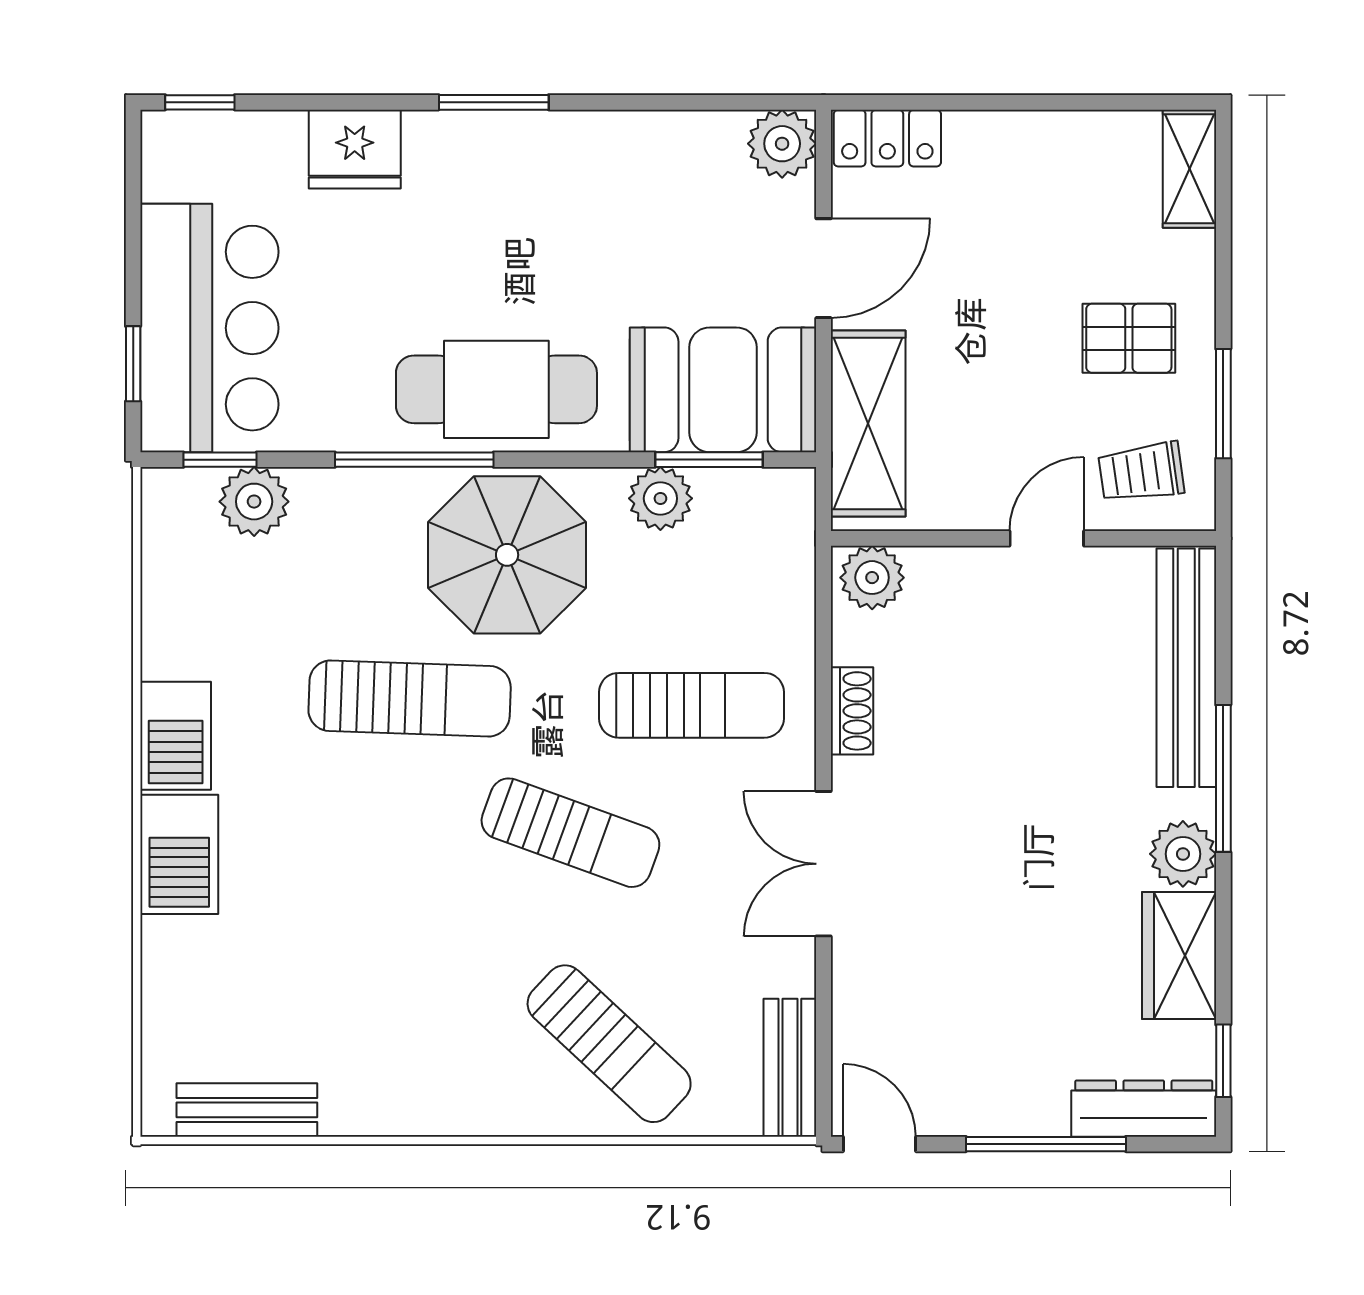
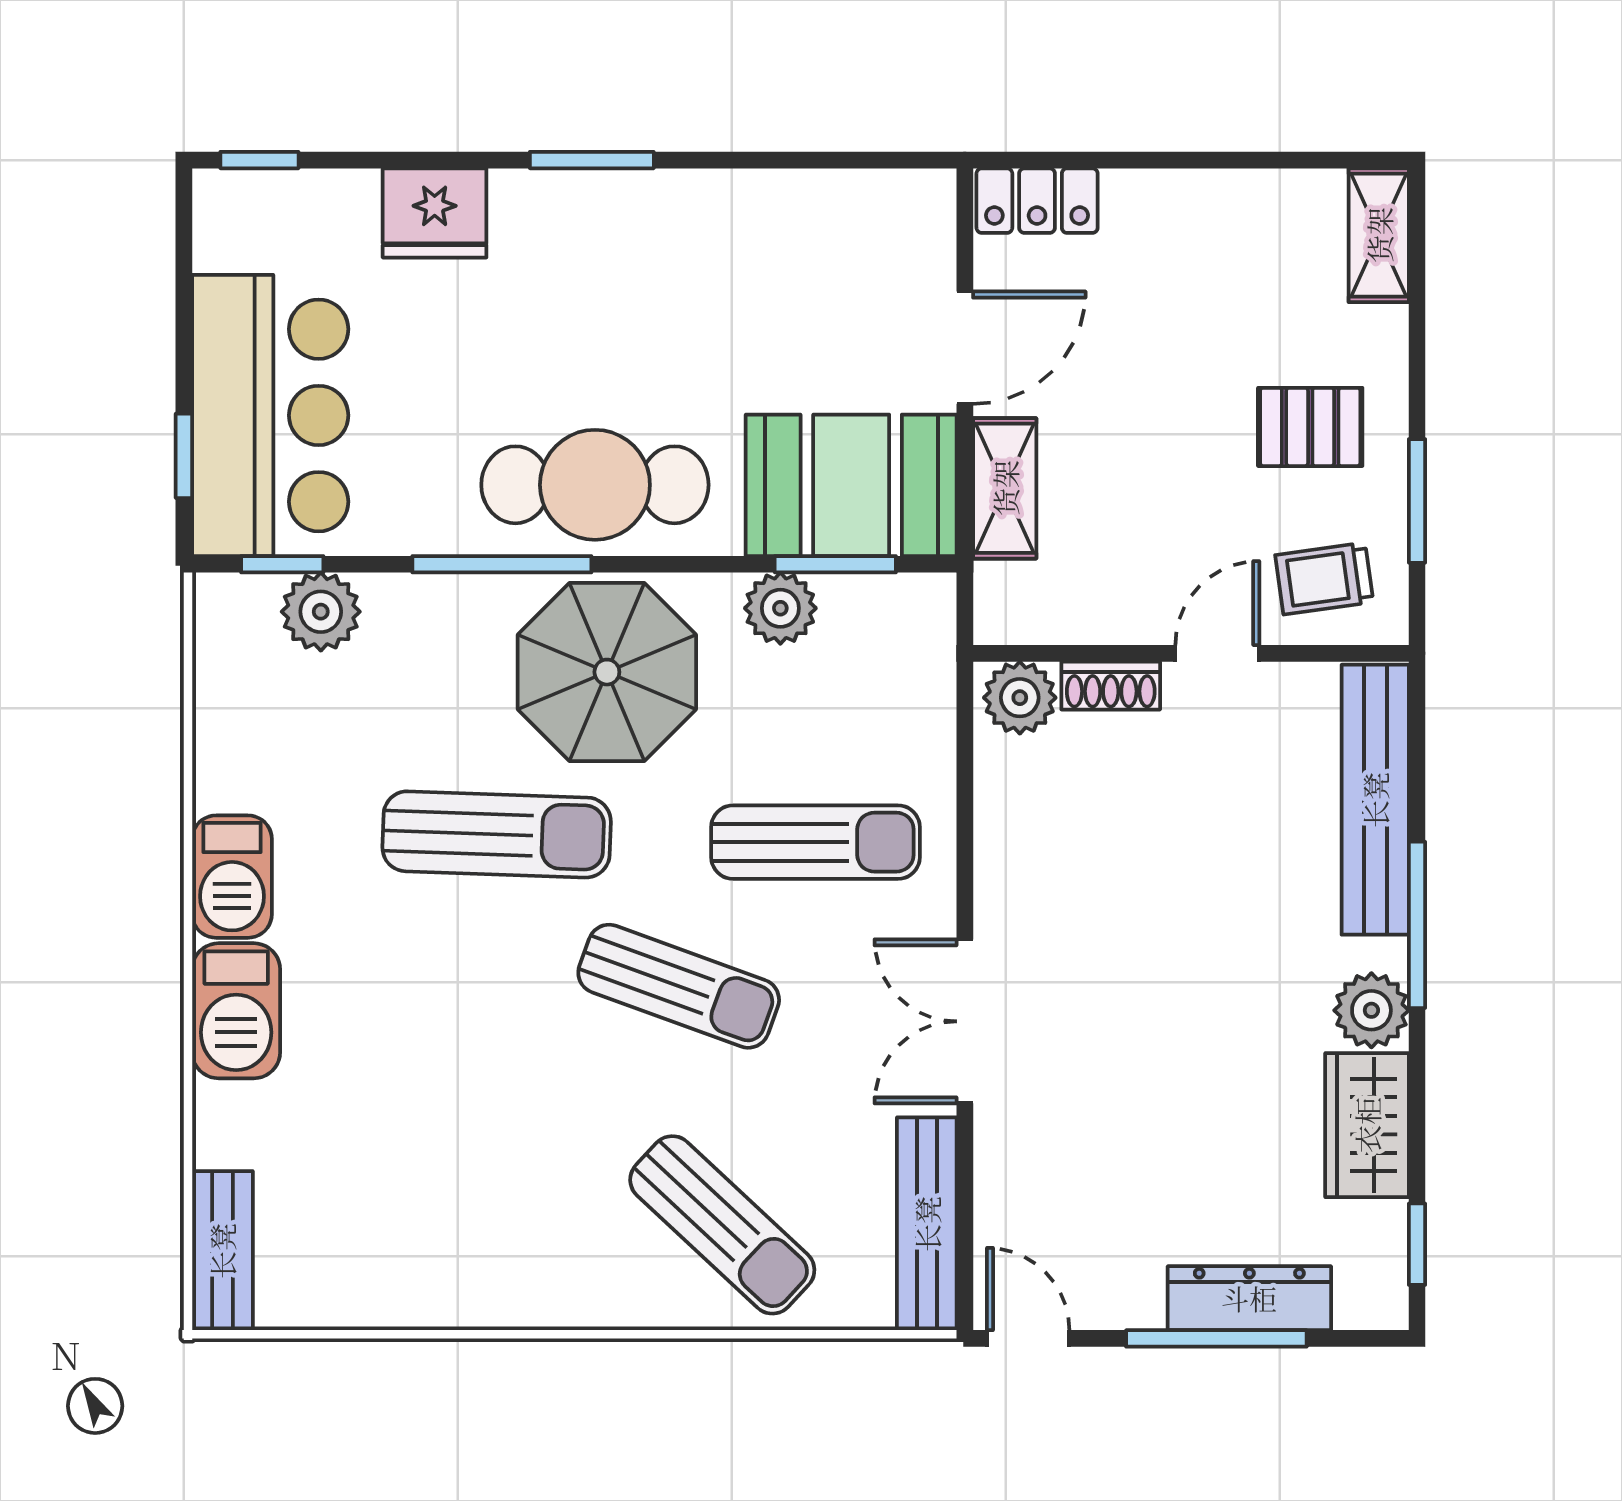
plant: (782, 144) -> (918, 207), removed
shelving: (868, 424) -> (1005, 488), width x0.67, depth x0.75
shoe rack: (852, 711) -> (1111, 686), moved, turned 90
bench: (790, 1068) -> (927, 1224), width x1.36
dresser: (1144, 1109) -> (1249, 1298), moved
bench: (247, 1110) -> (222, 1251), moved, turned 90

